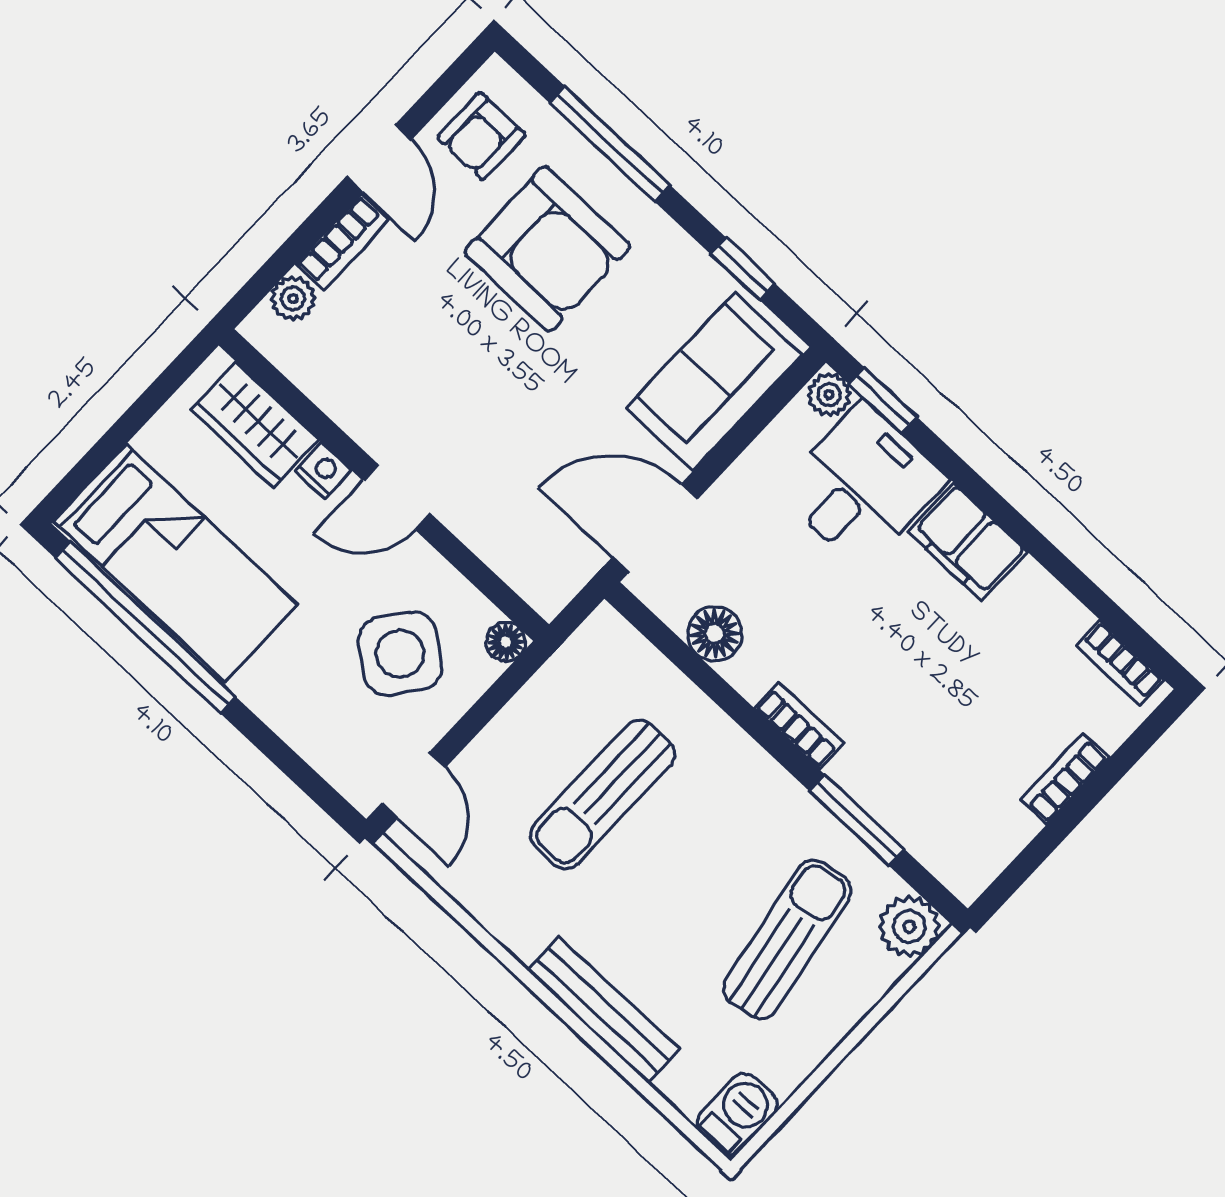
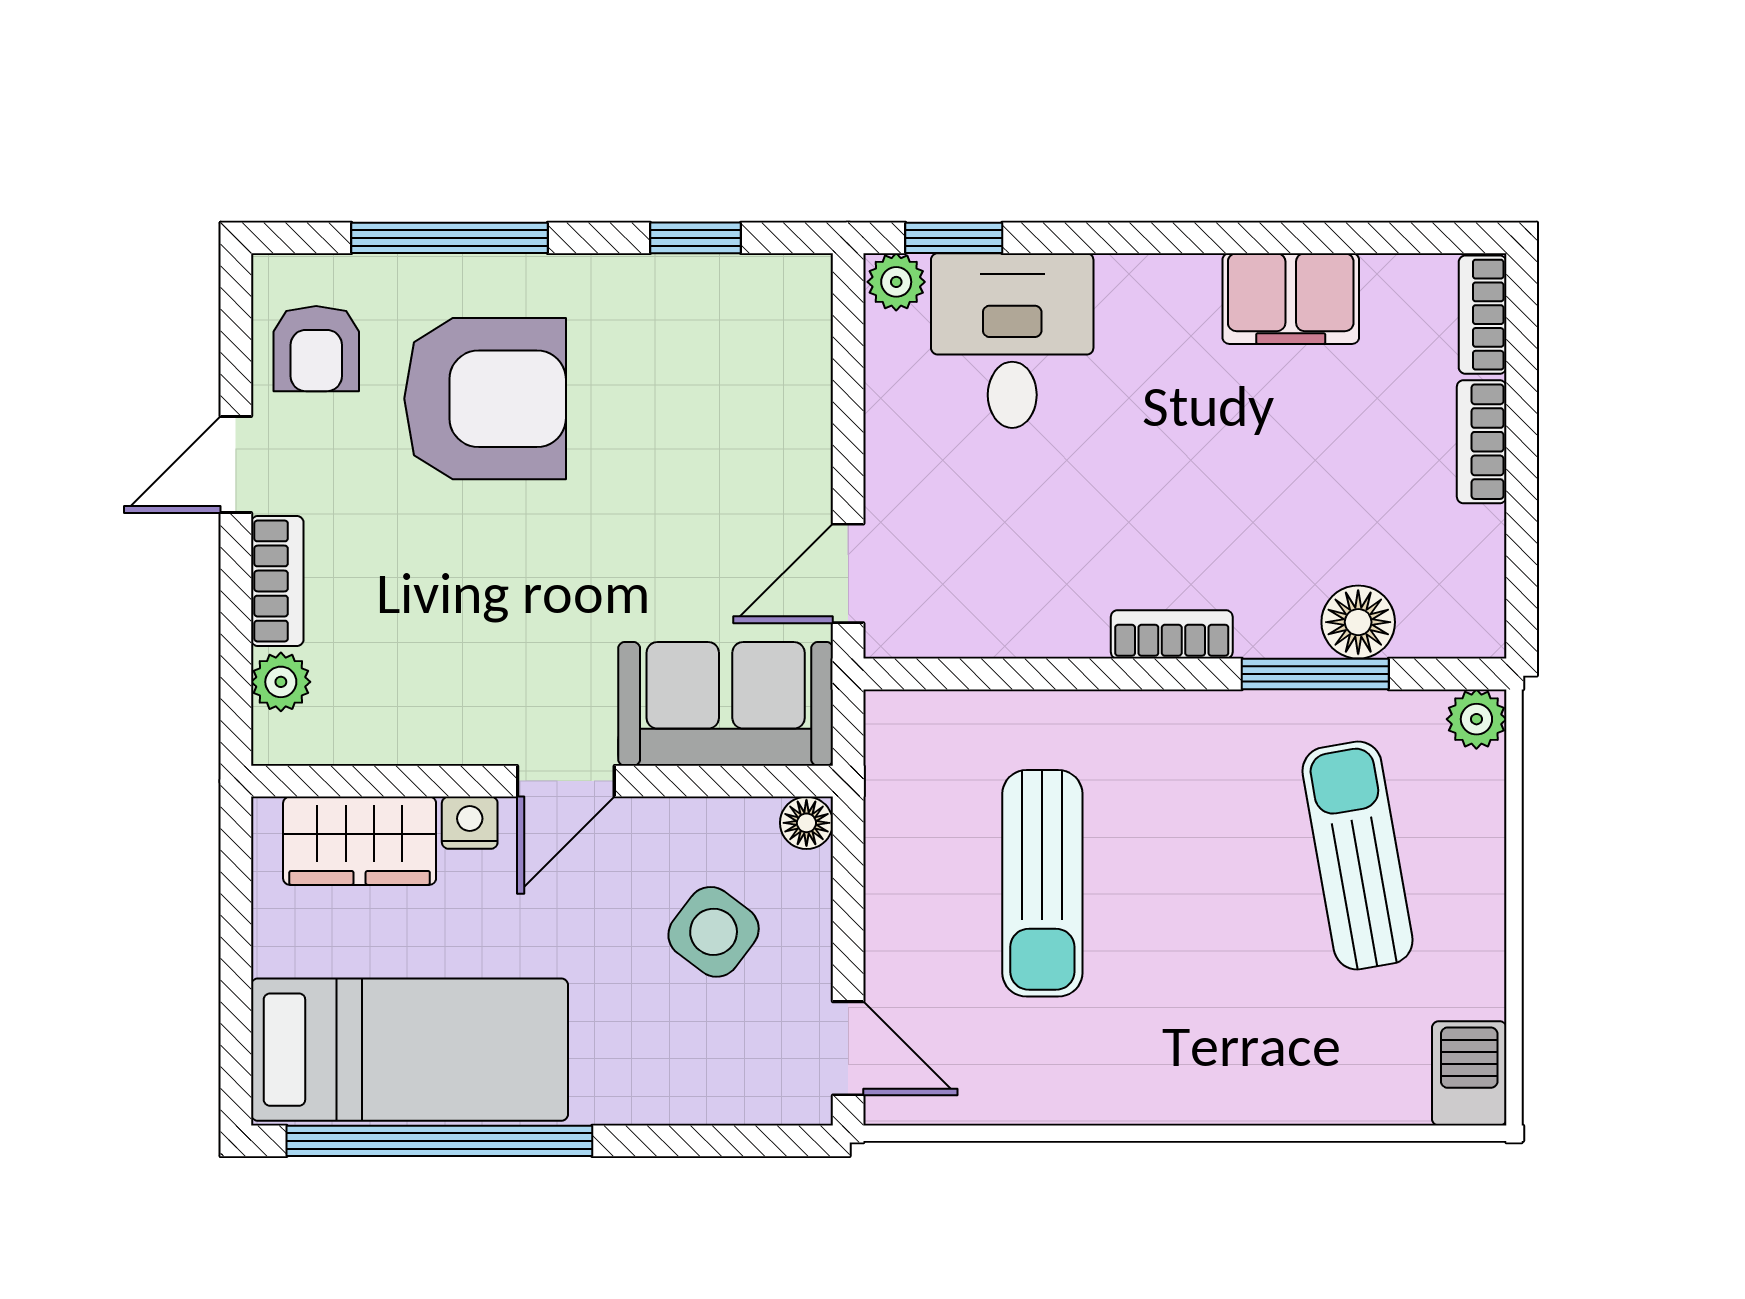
door: (379, 158) -> (236, 464), swing flipped
sofa: (714, 382) -> (726, 704), moved, turned 90
door: (655, 528) -> (848, 573), width x0.73
filing cabinet: (968, 542) -> (1291, 299), moved
floor lamp: (715, 634) -> (1358, 622), moved
side table: (400, 654) -> (714, 932), width x0.73, depth x0.73
bookcase: (1120, 663) -> (1483, 315), moved, turned 90
plant: (909, 927) -> (1476, 719), width x0.73, depth x0.73
bench: (603, 1010) -> (1242, 1094), removed

